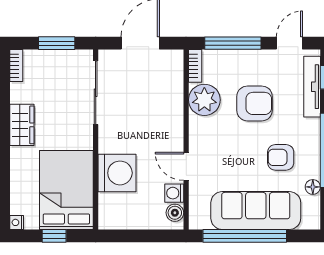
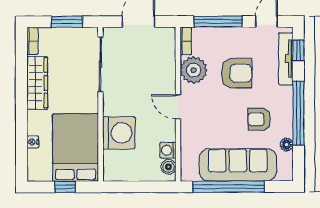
wardrobe: (22, 125) -> (37, 83), width x1.50
door: (186, 166) -> (178, 107), moved
nightstand: (17, 222) -> (33, 142), moved

